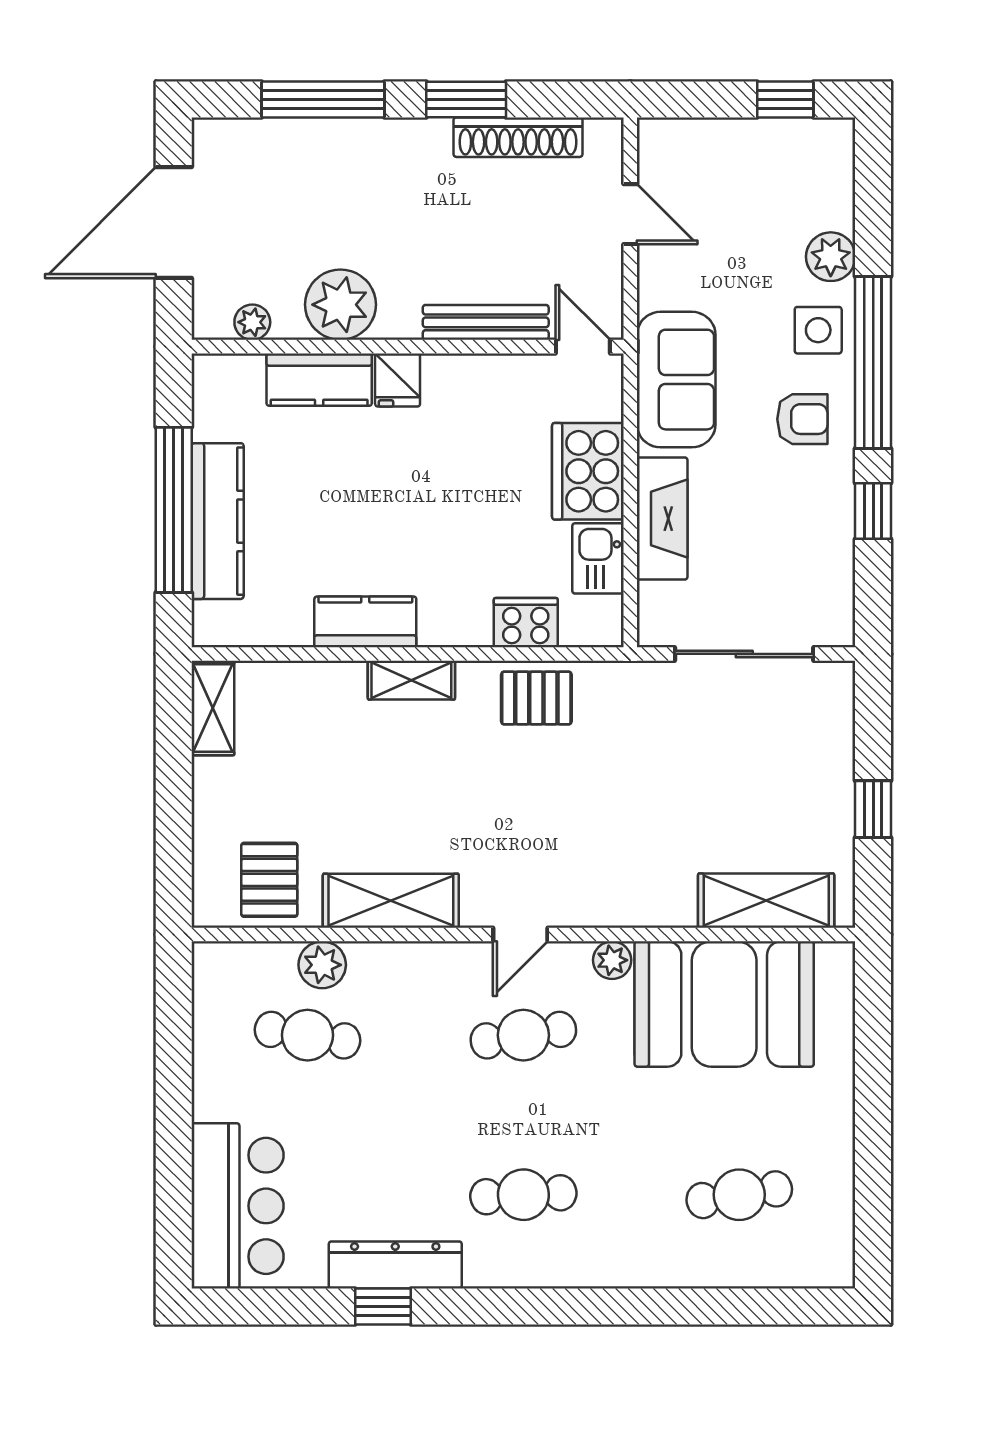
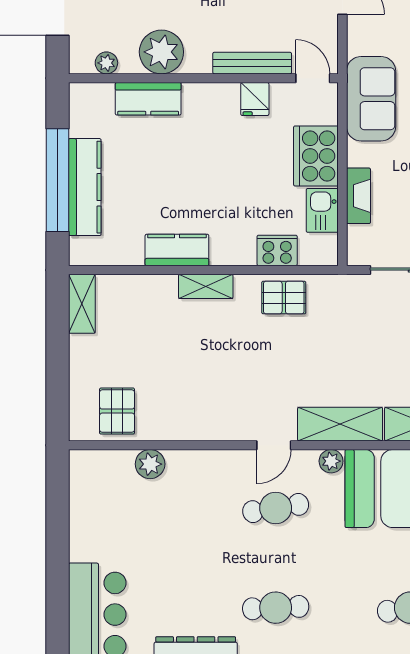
fridge: (398, 380) -> (255, 99), moved
fireplace: (662, 519) -> (358, 196), width x0.73, depth x0.76
shelving: (391, 901) -> (340, 424), moved
cafe table: (308, 1035) -> (141, 508), removed

